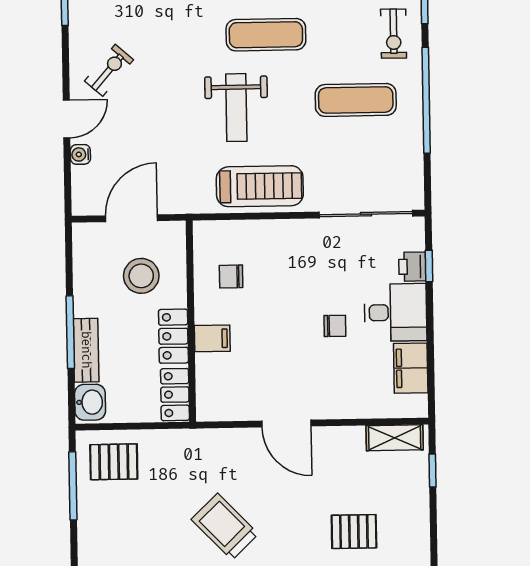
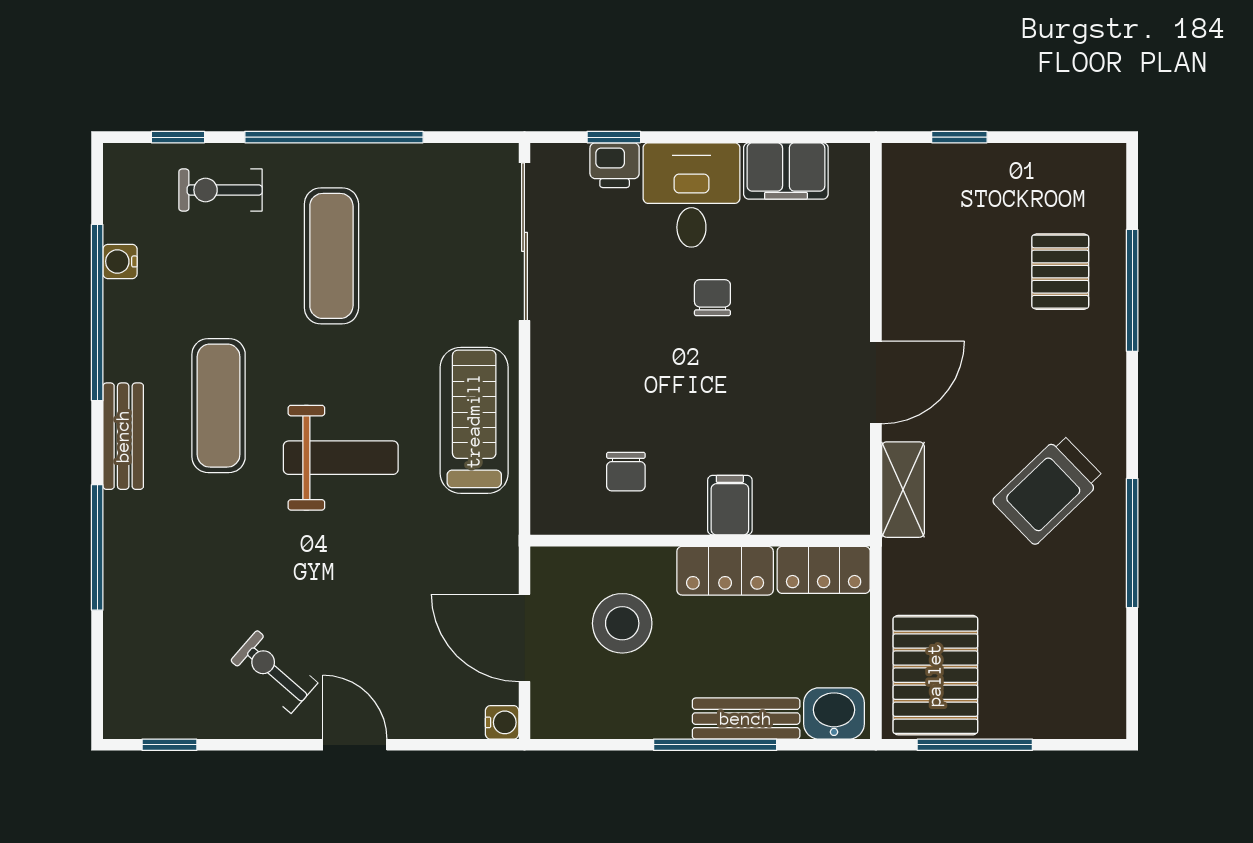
exercise bike: (394, 34) -> (220, 190), turned 180
water cooler: (80, 154) -> (502, 722), moved, turned -90
shelving: (395, 438) -> (903, 490), moved
pallet: (114, 462) -> (935, 675), width x1.50, depth x1.42

